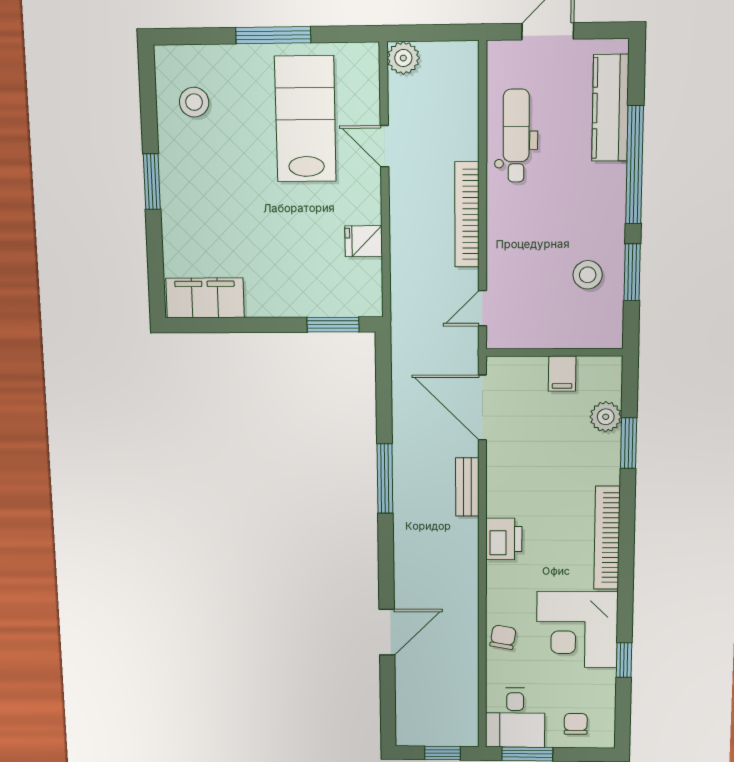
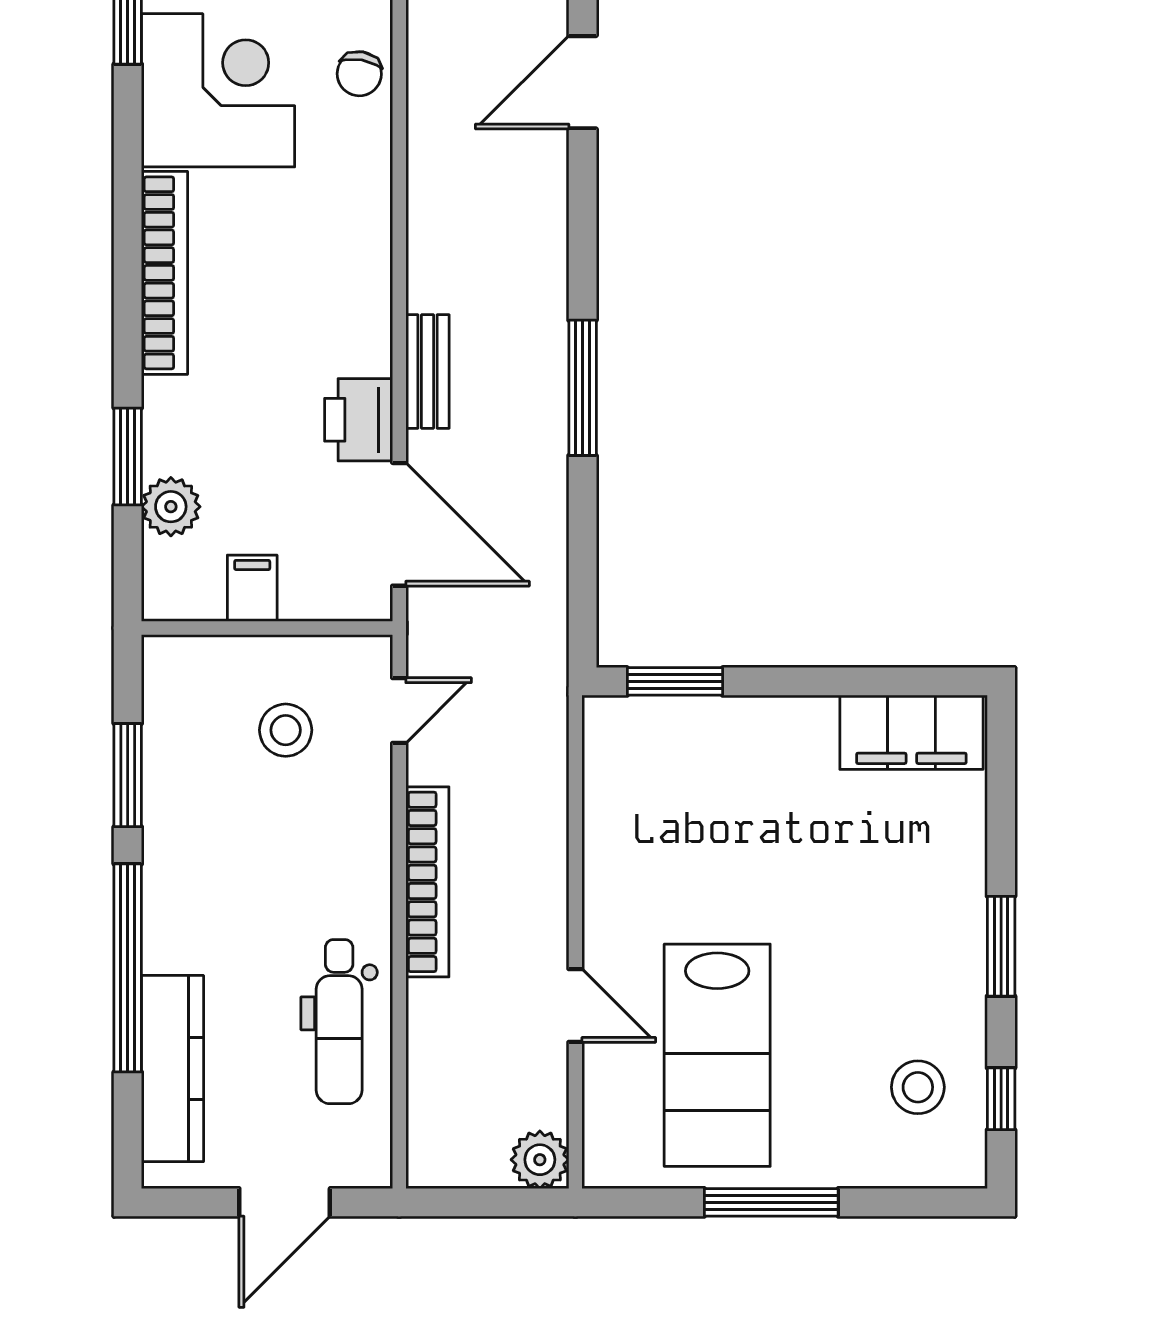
window: (148, 96) -> (1001, 1099), added
fridge: (364, 241) -> (616, 835), removed
stool: (588, 275) -> (286, 730), moved
printer: (504, 539) -> (359, 420), moved

